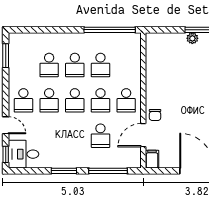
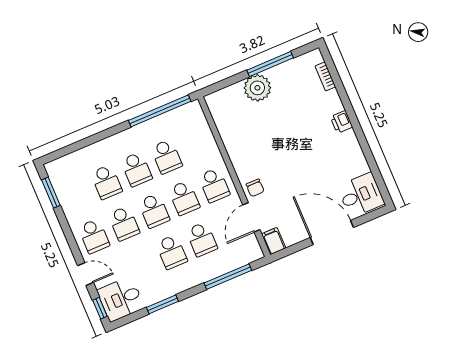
plant: (192, 38) -> (257, 88), width x1.87, depth x1.87
school desk: (75, 136) -> (172, 252), added
window: (64, 171) -> (162, 304), moved

